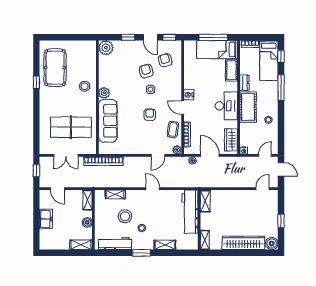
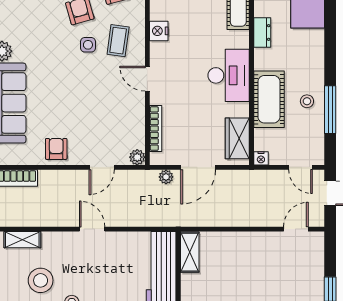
window: (281, 88) -> (330, 110), moved
nightstand: (189, 95) -> (159, 31), moved
cot: (248, 107) -> (269, 99), moved
armchair: (150, 115) -> (56, 149), moved
coffee table: (173, 130) -> (118, 41), moved
door: (210, 155) -> (198, 167), swing flipped
door: (265, 155) -> (301, 167), swing flipped

